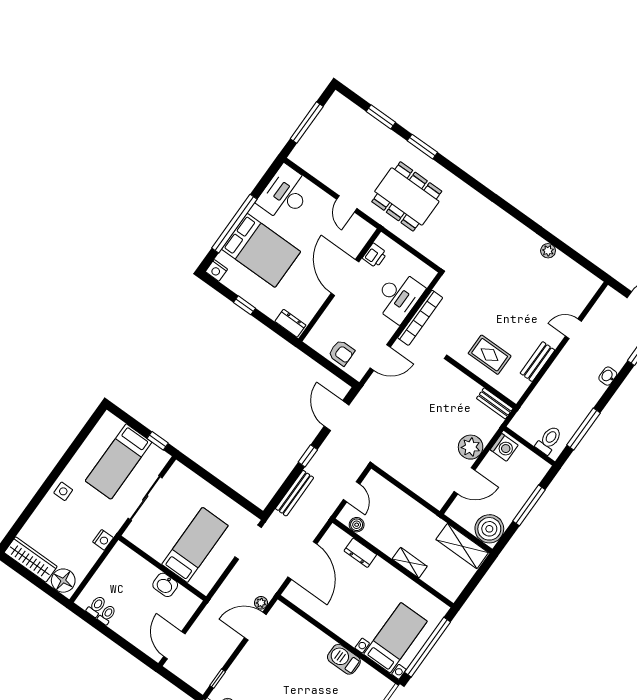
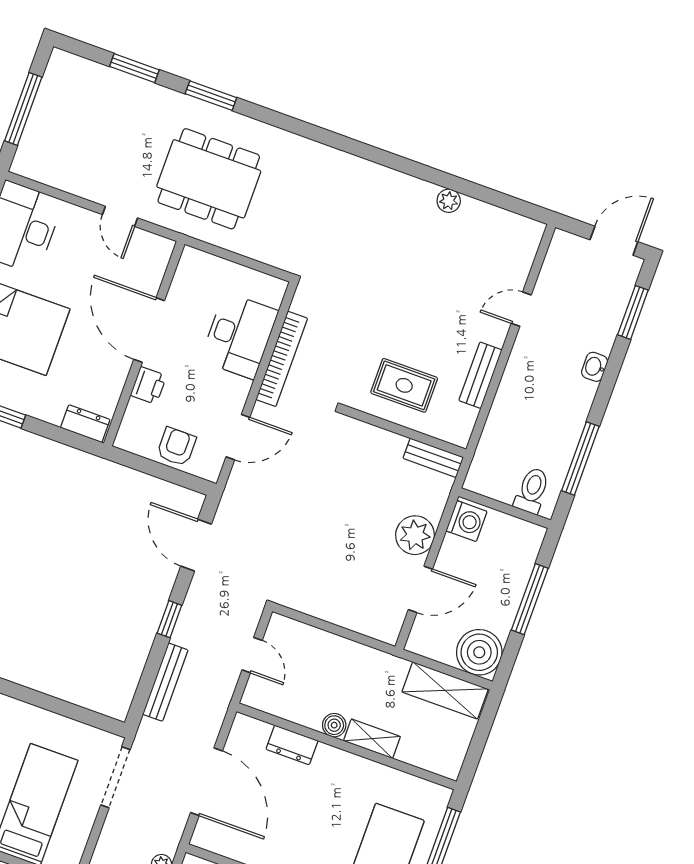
printer: (375, 256) -> (148, 385), moved
armchair: (341, 353) -> (176, 447), turned -90
boiler: (357, 525) -> (334, 725), moved

